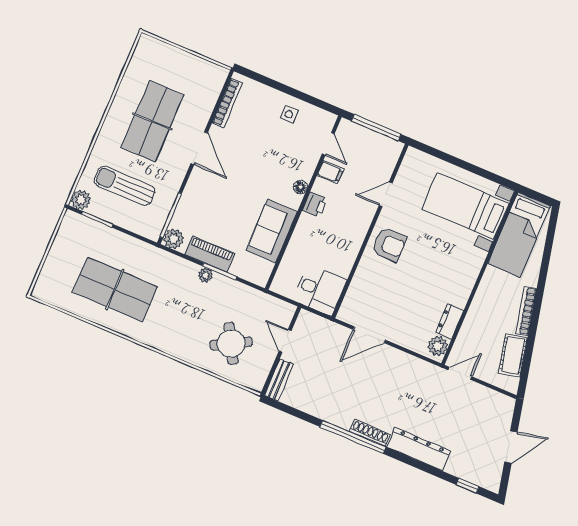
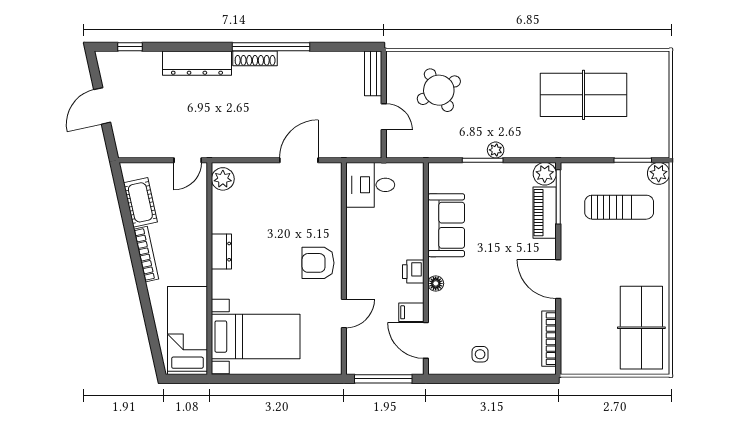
table tennis table: (152, 121) -> (641, 328), moved
door: (328, 144) -> (426, 340), width x1.37
piano: (210, 254) -> (545, 213), moved, turned 90
dresser: (449, 321) -> (221, 252), moved

